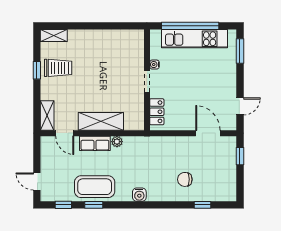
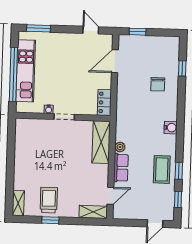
locker: (157, 112) -> (104, 103), moved, turned -90
shelving: (101, 121) -> (101, 142), moved
coffee table: (95, 187) -> (162, 169), width x0.73, depth x0.76

